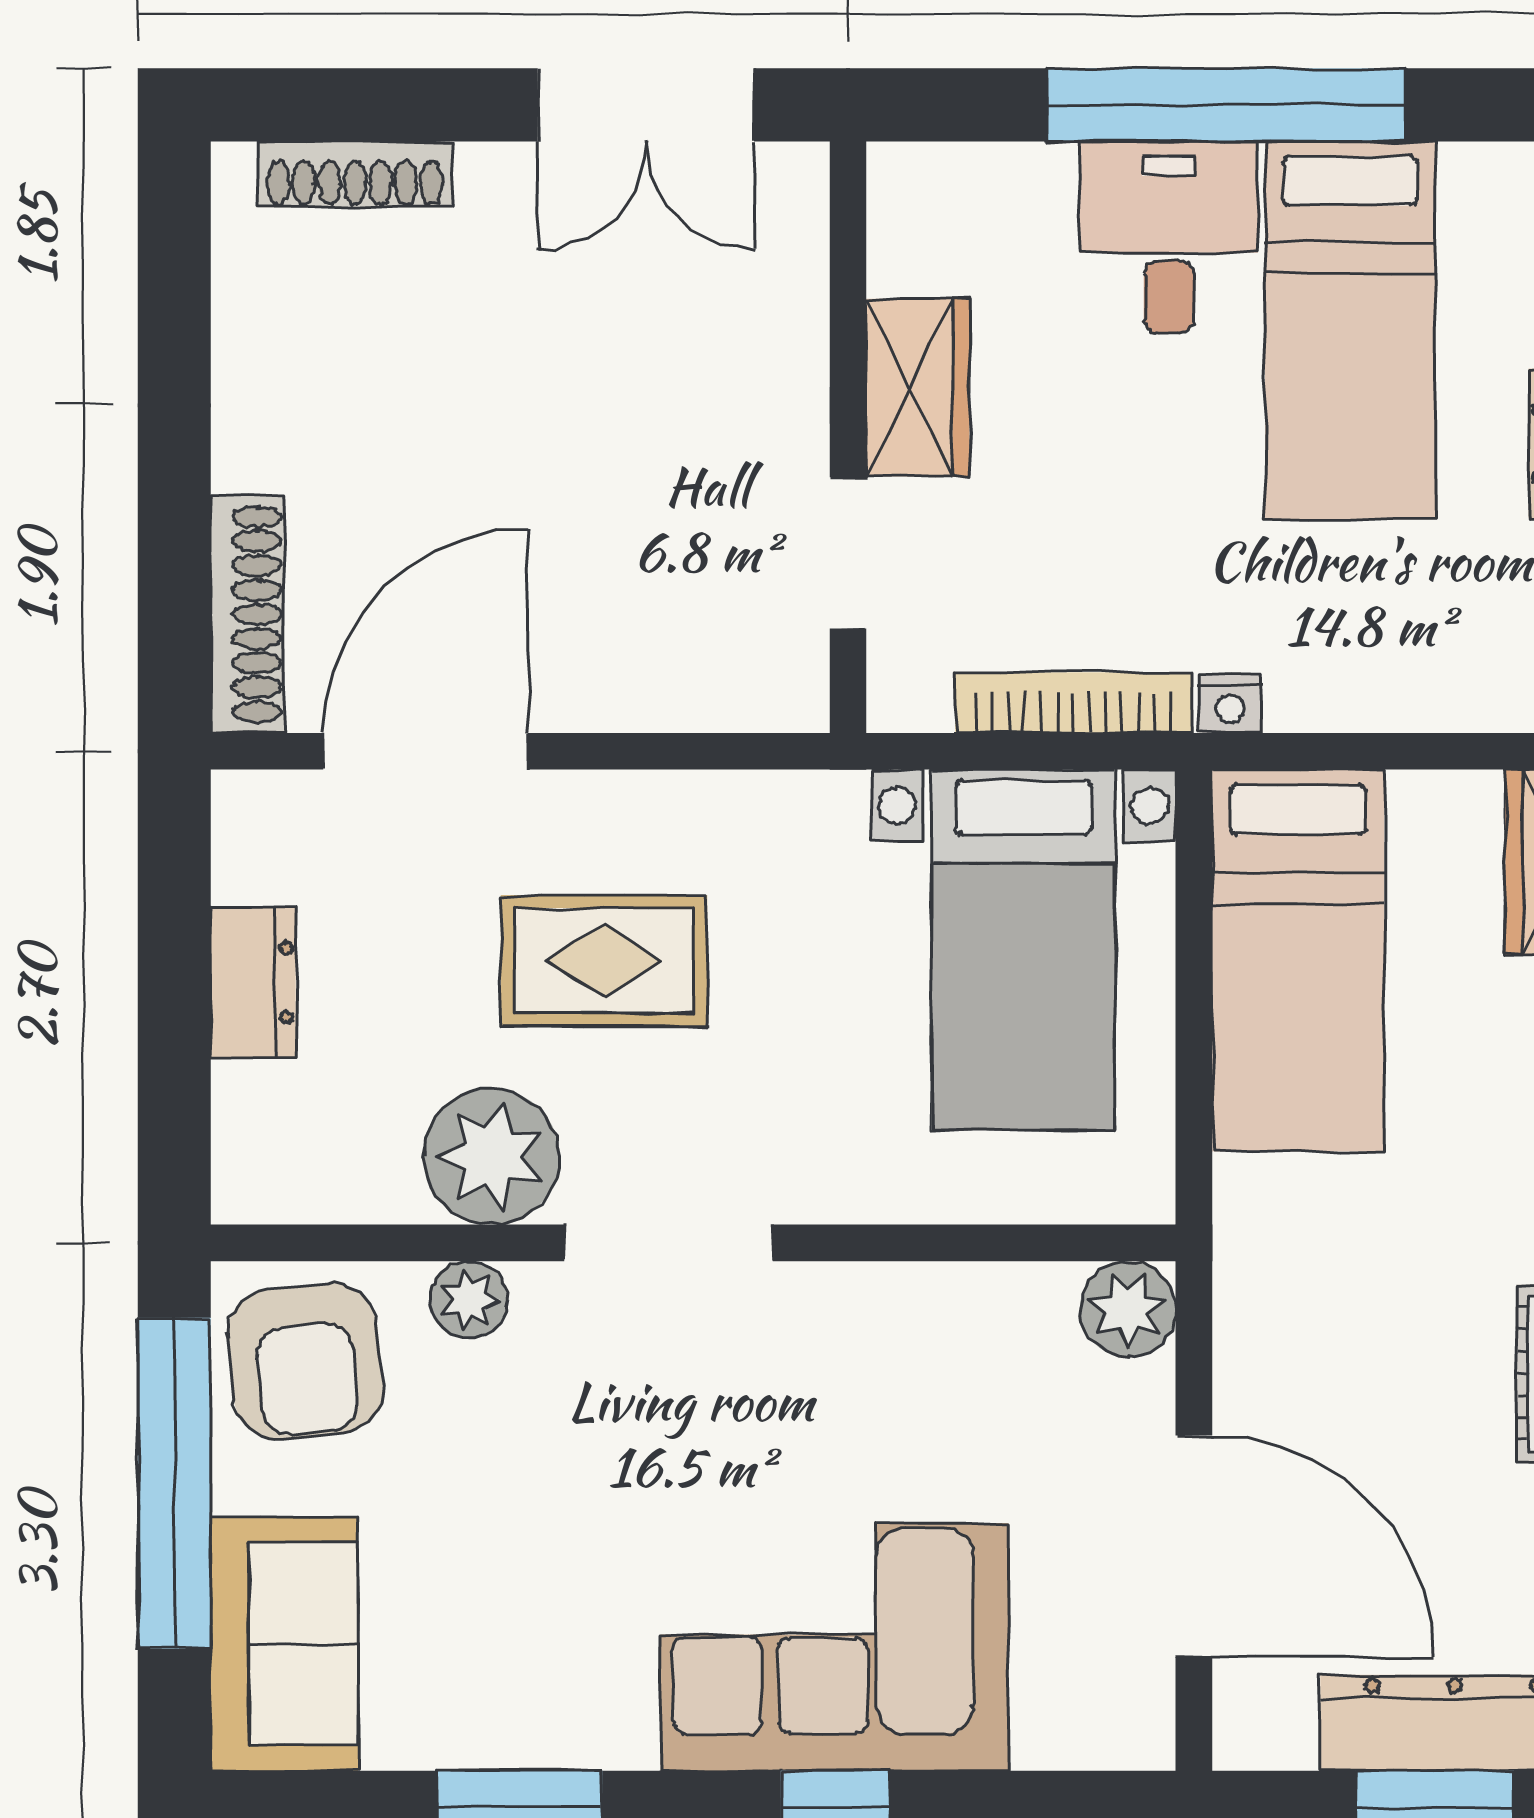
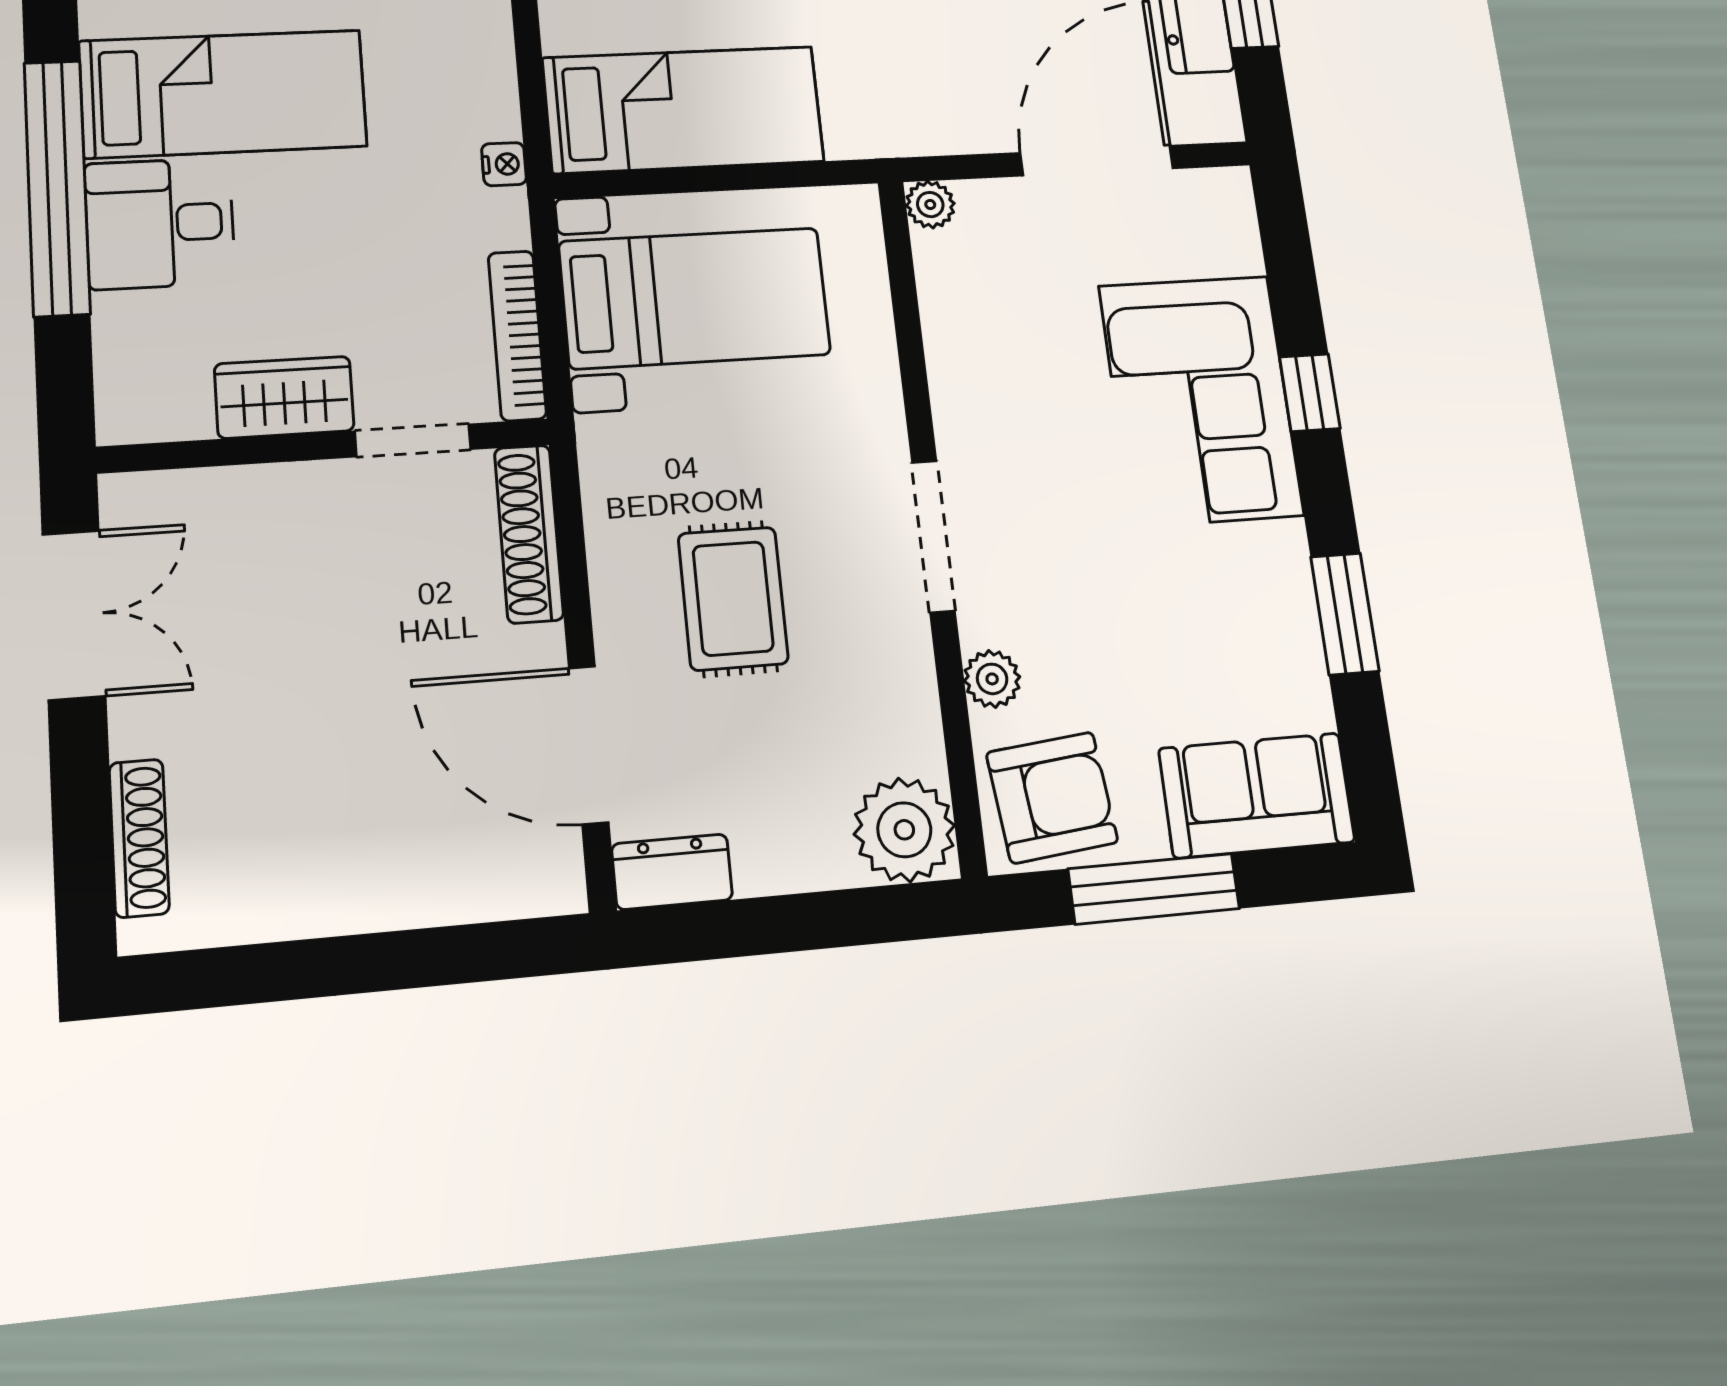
shoe rack: (247, 614) -> (529, 534), moved, turned -90
bookcase: (1074, 703) -> (517, 335), moved
dresser: (253, 983) -> (672, 872), moved
plant: (492, 1157) -> (904, 830), moved
plant: (1128, 1309) -> (930, 204), width x0.73, depth x0.73
window: (174, 1483) -> (1154, 889), width x0.68

